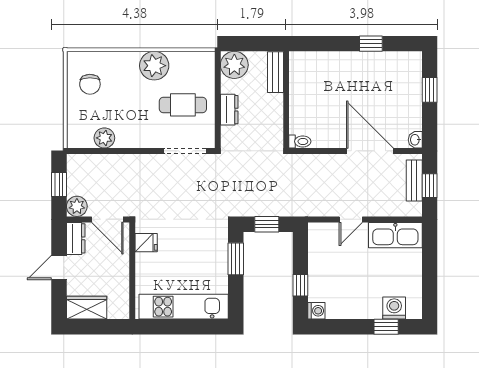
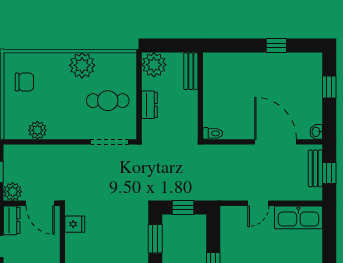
chair: (90, 84) -> (24, 82), turned -90

